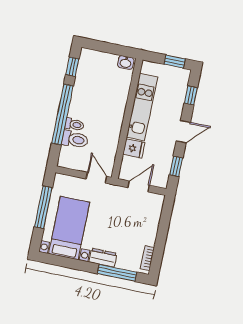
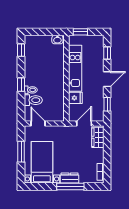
window: (175, 62) -> (80, 32), moved
window: (62, 114) -> (21, 85), width x0.32
door: (97, 178) -> (38, 124), moved
window: (43, 207) -> (21, 152), width x0.69
wardrobe: (154, 209) -> (98, 137), added
window: (117, 273) -> (70, 186), moved

